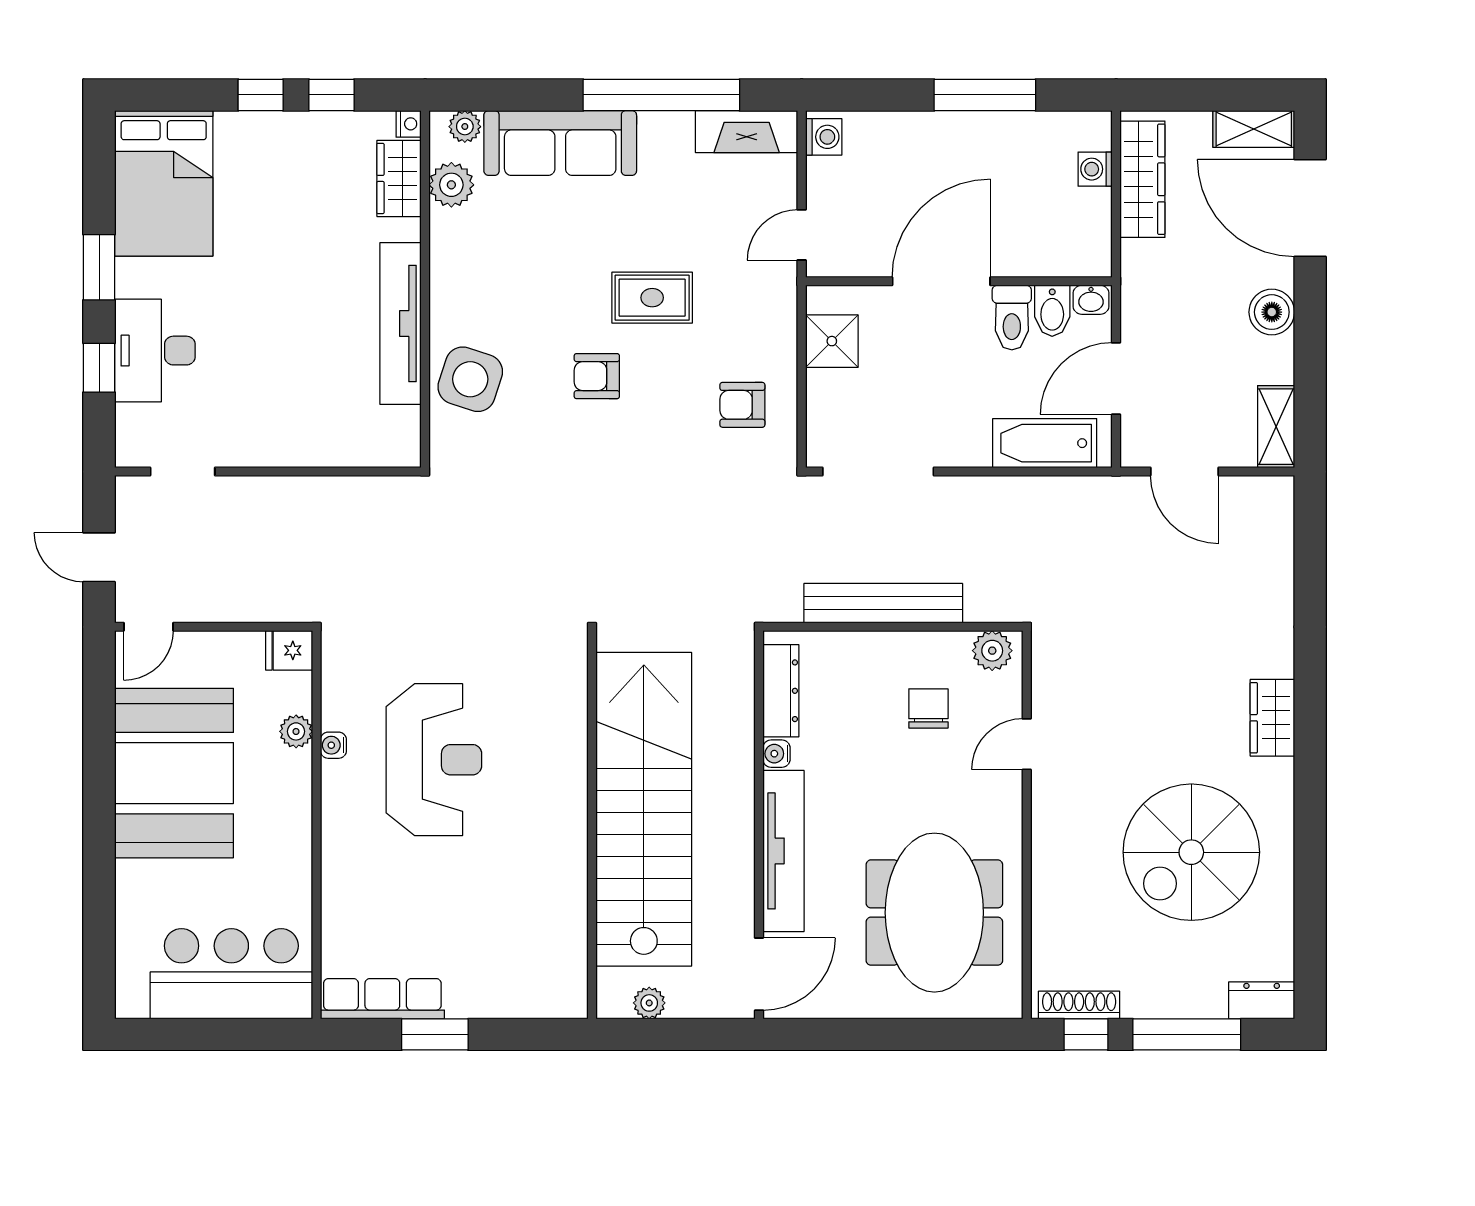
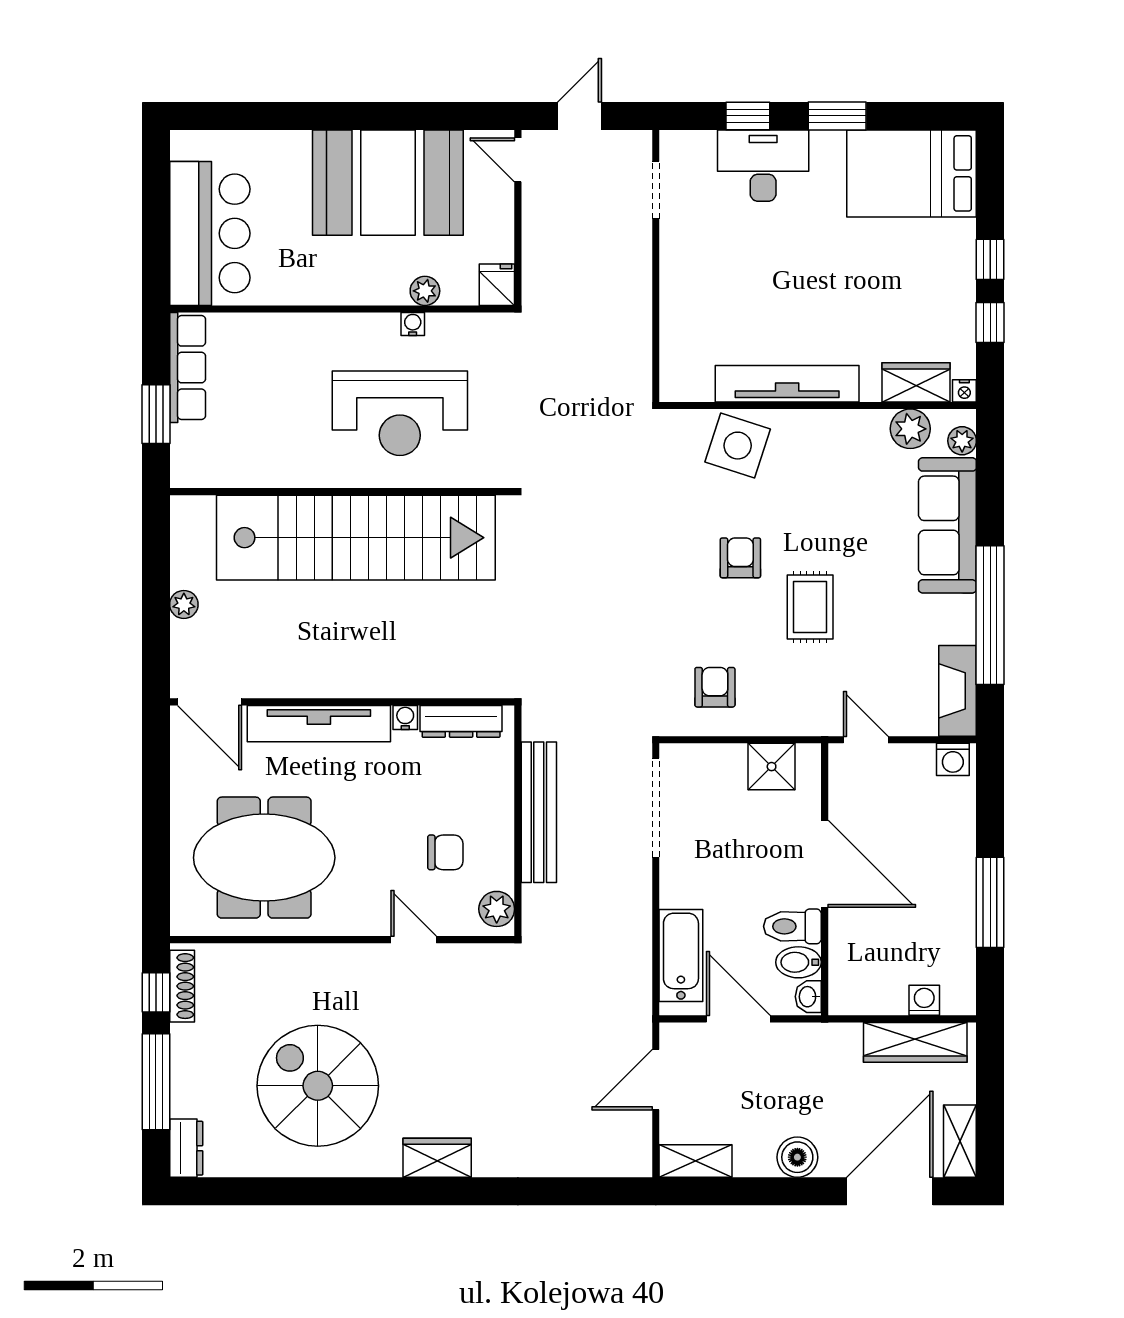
stairs: (644, 809) -> (356, 538), moved
wall: (592, 825) -> (342, 492), moved

